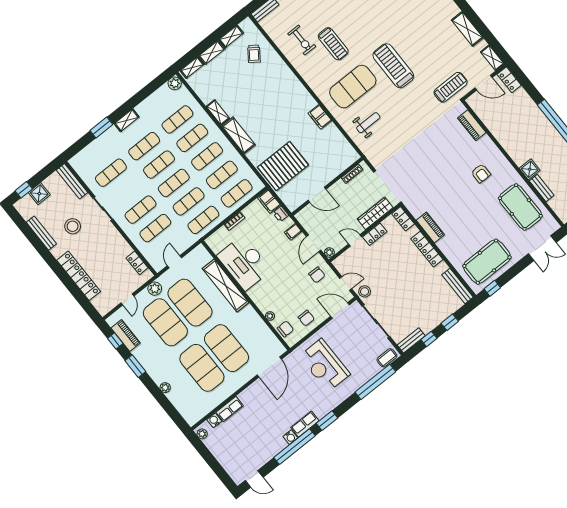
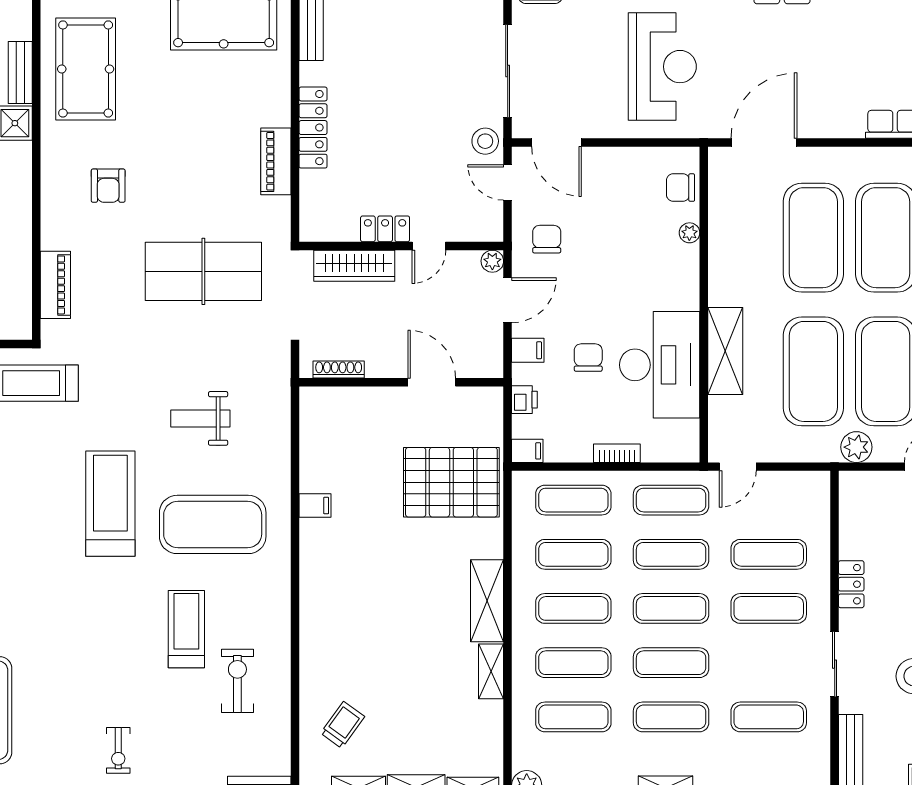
treadmill: (393, 66) -> (110, 504), turned 180
filing cabinet: (320, 117) -> (315, 506), width x0.50
weight bench: (368, 123) -> (200, 418), moved
table tennis table: (425, 170) -> (203, 271), added
armchair: (481, 173) -> (108, 186), turned 180
filing cabinet: (269, 201) -> (527, 451), width x0.50
locker: (403, 219) -> (312, 216), removed
door: (355, 240) -> (429, 246), hinge flipped
door: (174, 262) -> (738, 467), moved
locker: (137, 263) -> (851, 584), moved
shelving: (226, 285) -> (725, 351), width x0.68
chair: (306, 318) -> (588, 358), moved

